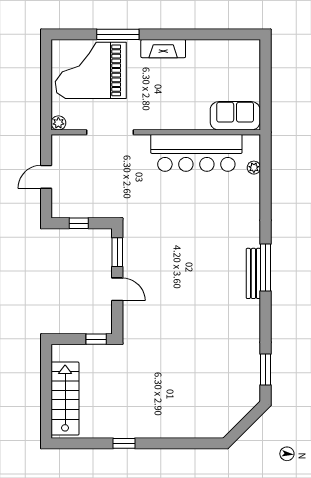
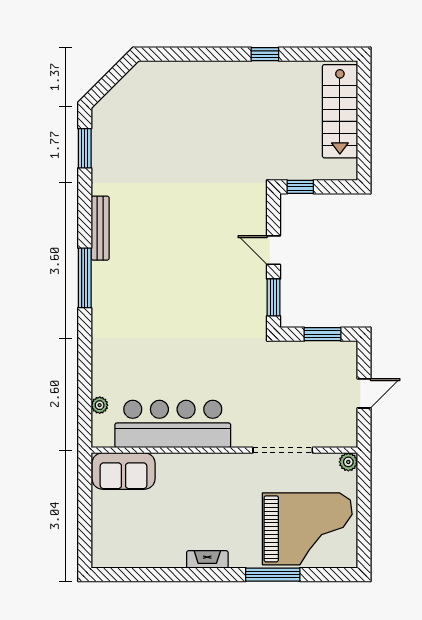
fireplace: (163, 49) -> (207, 559), width x0.73, depth x0.76
window: (79, 223) -> (322, 334), width x1.50
bench: (253, 273) -> (100, 228), moved

